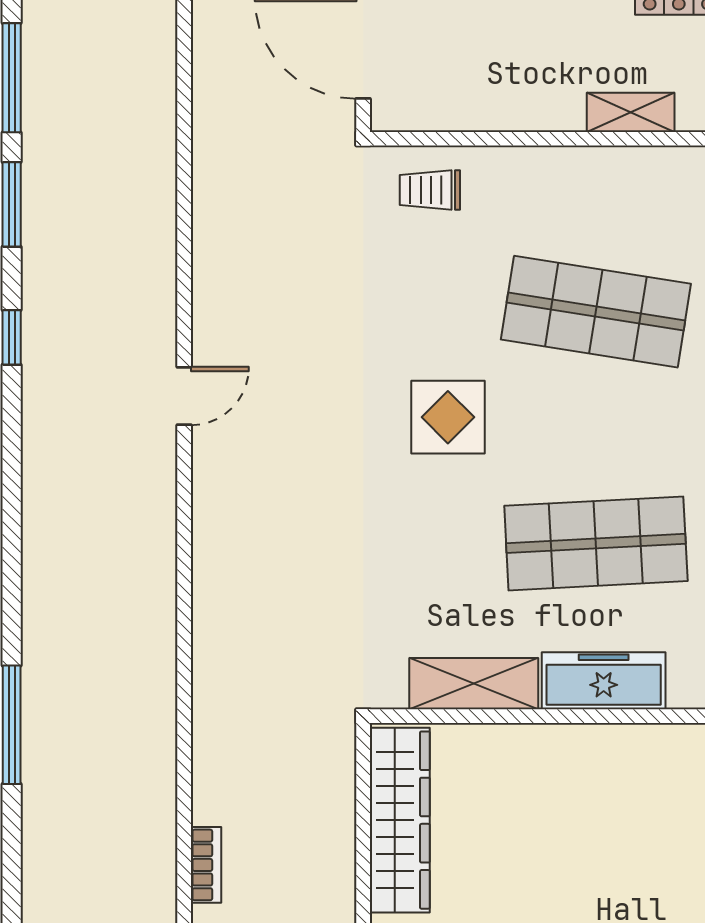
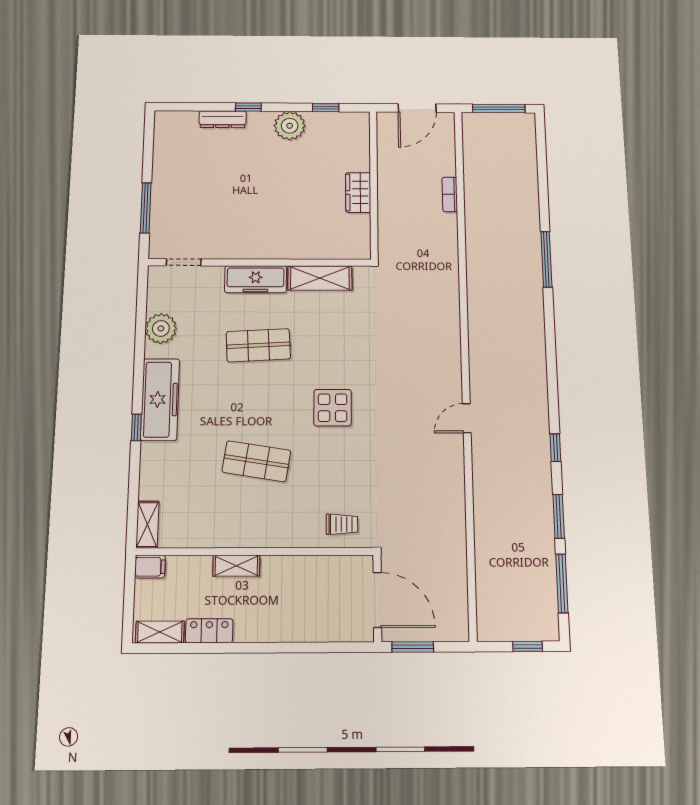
shop shelf: (596, 312) -> (256, 461), width x0.70, depth x0.74
shop shelf: (596, 543) -> (258, 345), width x0.70, depth x0.74
wardrobe: (400, 820) -> (358, 192), width x0.48, depth x0.85

